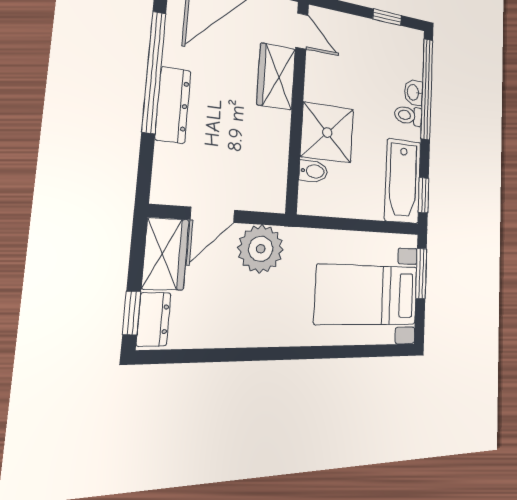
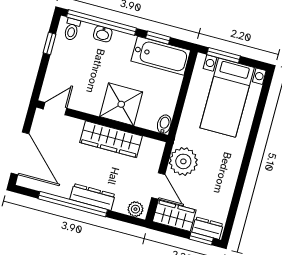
wardrobe: (276, 76) -> (111, 139), moved, width x1.50
toilet: (408, 115) -> (72, 29), moved
bidet: (313, 171) -> (164, 124), moved
plant: (165, 183) -> (135, 209), added
window: (424, 195) -> (158, 38), moved

